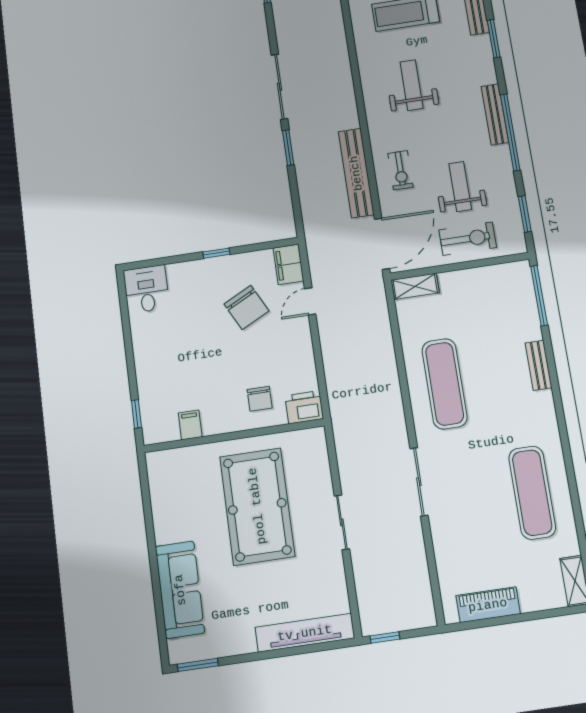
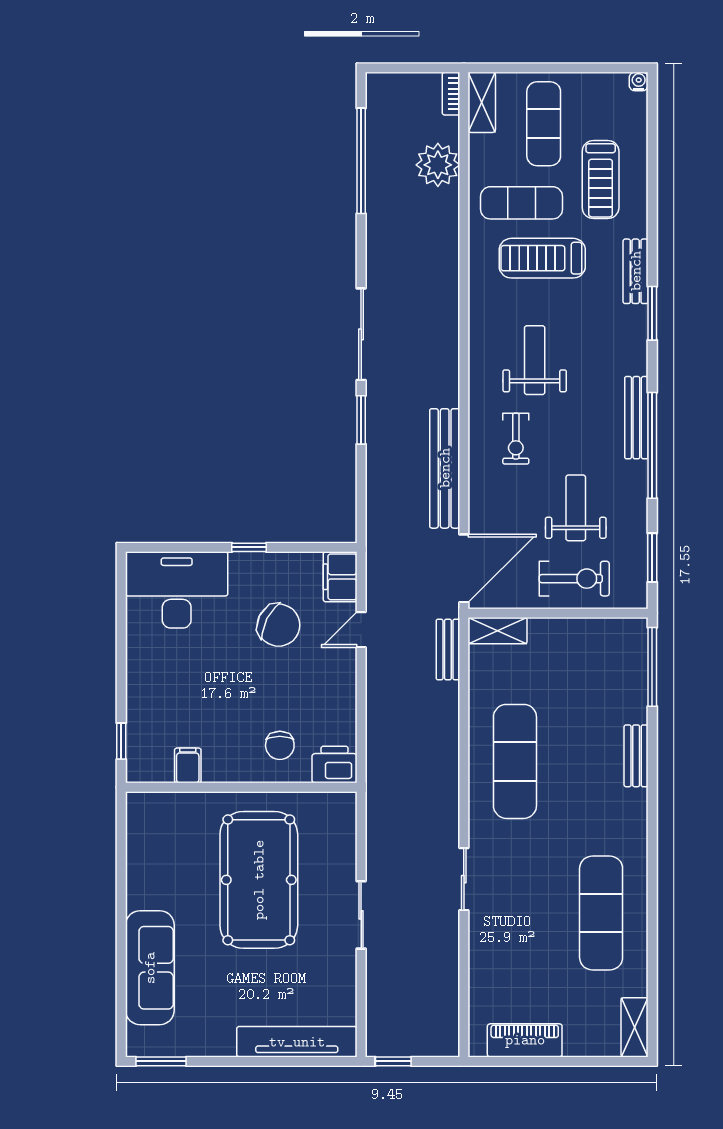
exercise bike: (400, 170) -> (516, 439), moved
desk: (146, 289) -> (177, 590), width x1.87, depth x1.30
bench: (379, 306) -> (448, 649), added
chair: (246, 308) -> (279, 625), turned -36
sliding door: (419, 482) -> (464, 879), width x0.73

